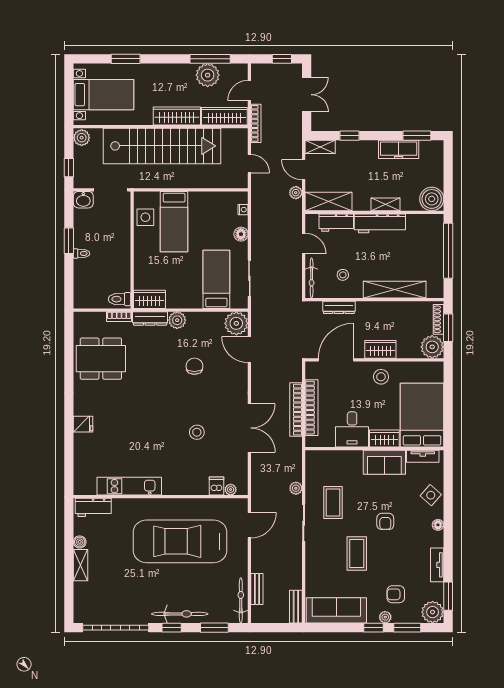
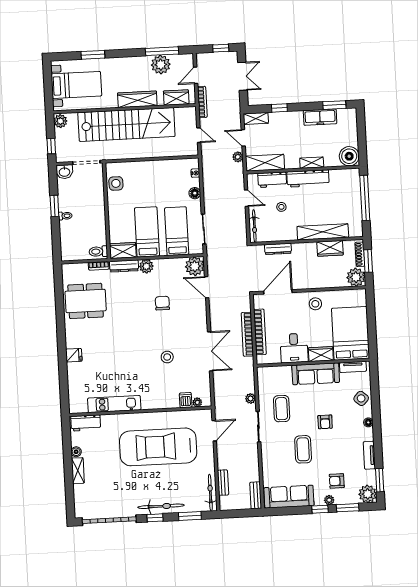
wardrobe: (224, 116) -> (176, 98), width x0.67
bed: (174, 222) -> (147, 232), moved, turned 180
stool: (343, 275) -> (281, 207), moved
wardrobe: (380, 349) -> (330, 248), moved, turned 180
sofa: (384, 462) -> (316, 374), width x1.36

